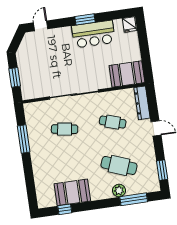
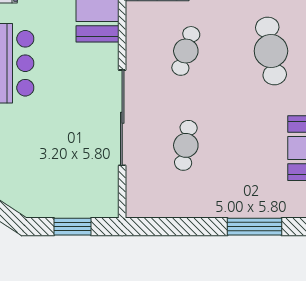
window: (24, 139) -> (255, 227), moved
cafe table: (119, 165) -> (271, 51), turned -30

